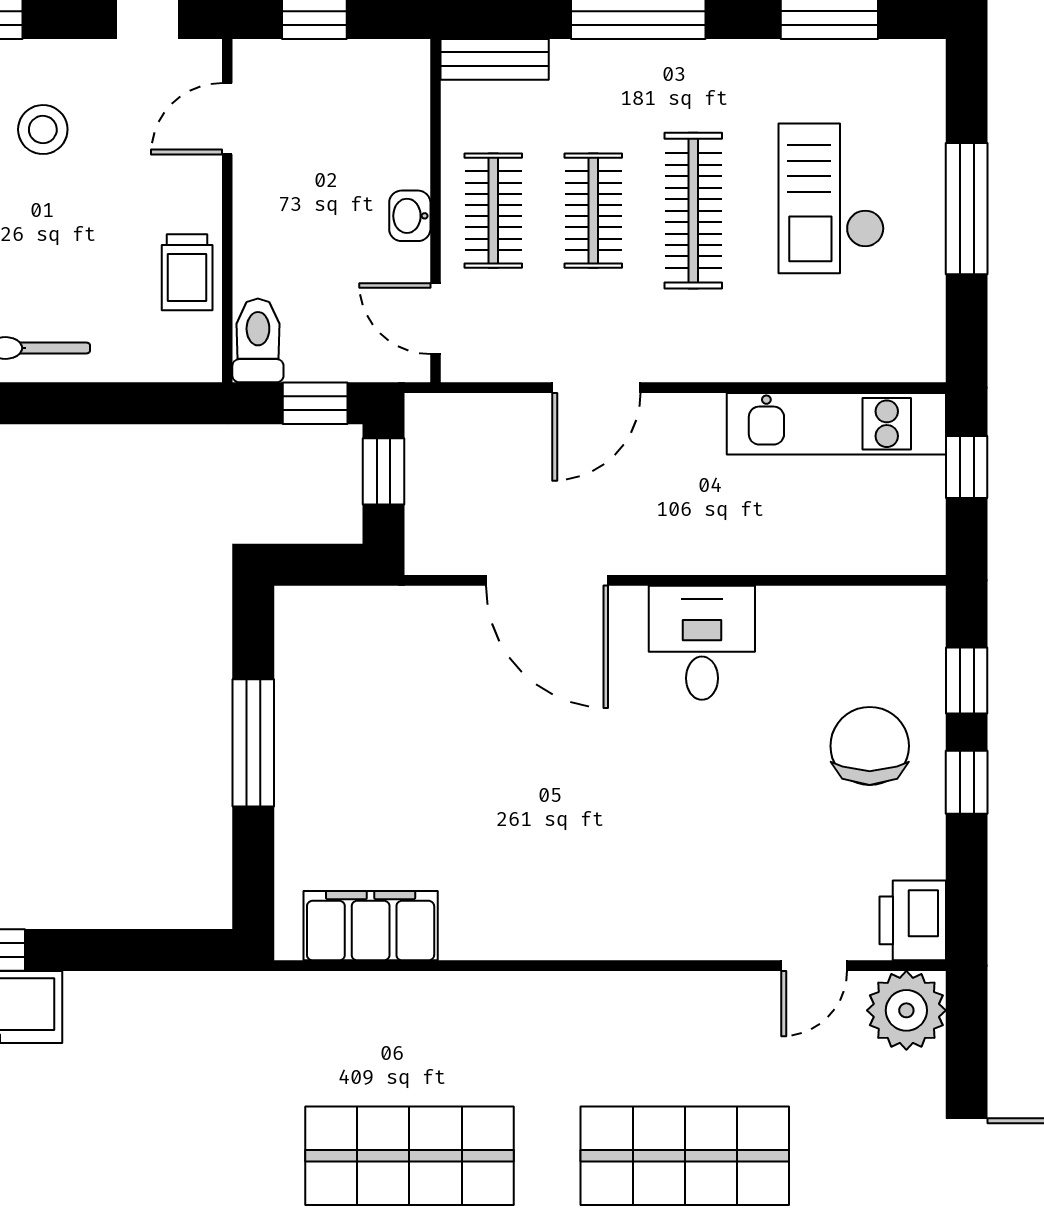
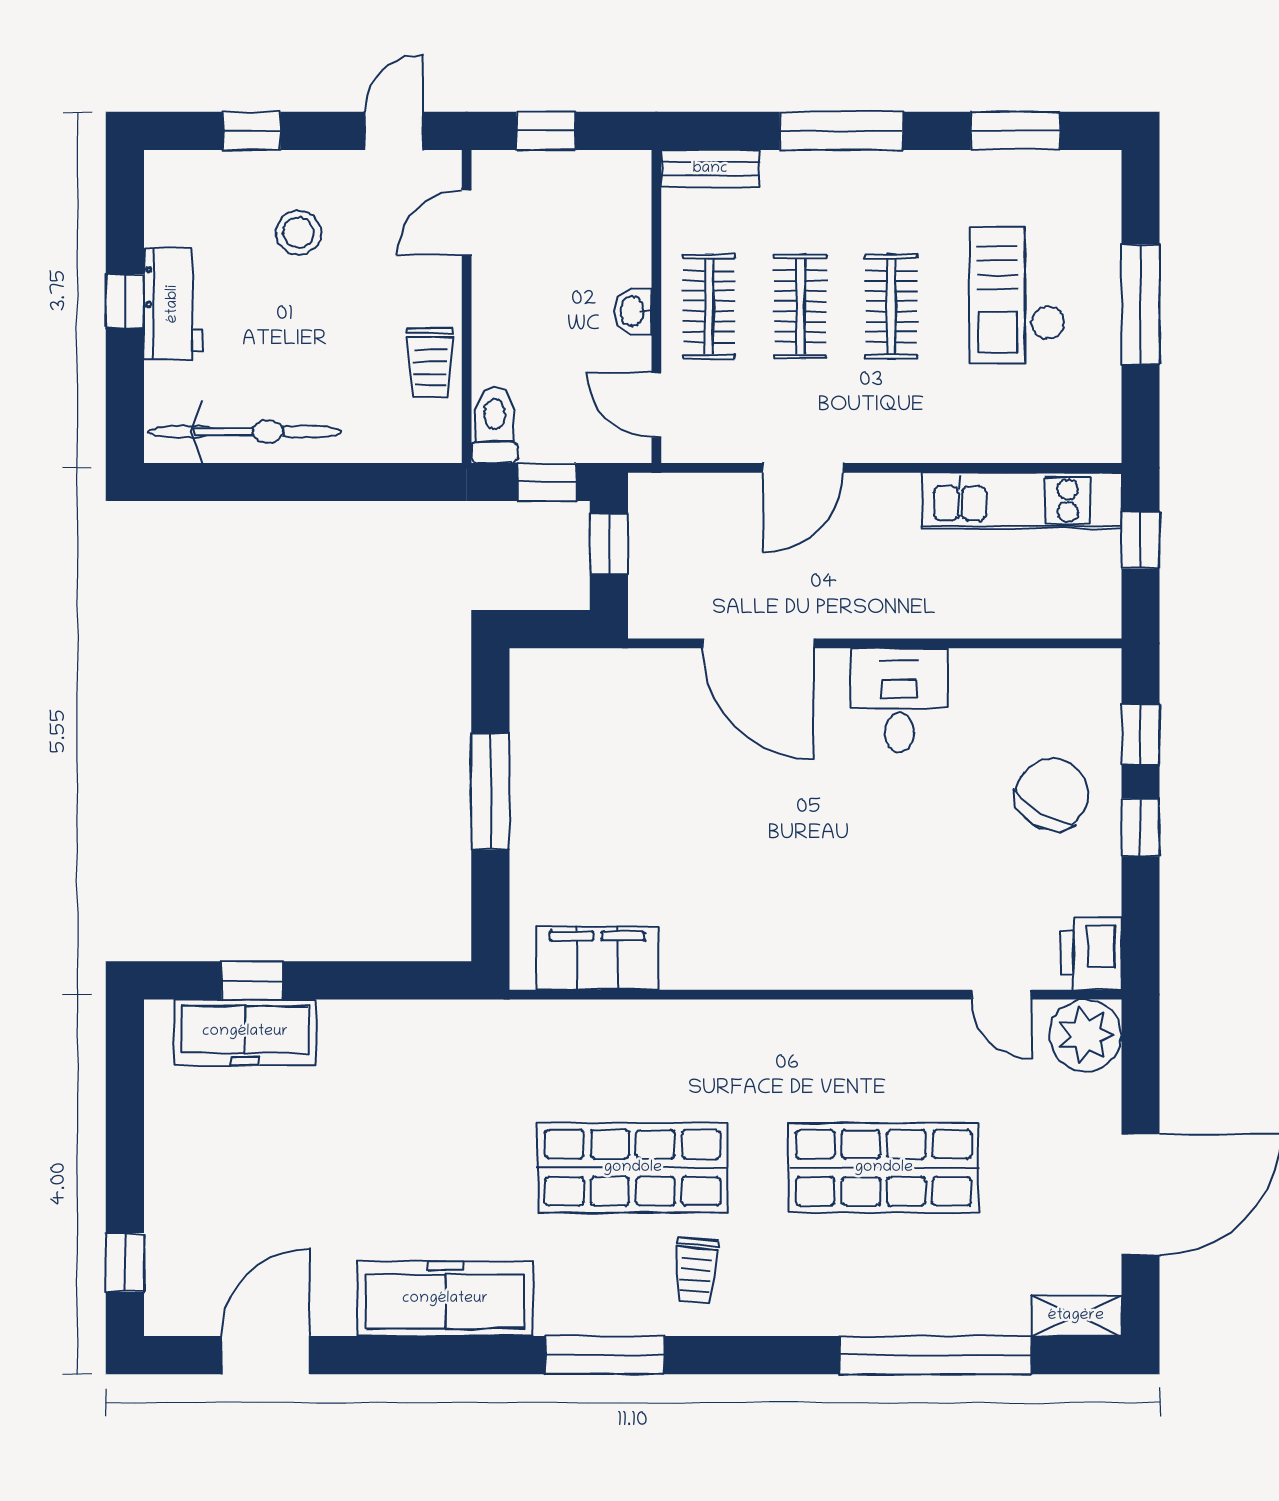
clothes rail: (693, 211) -> (891, 306), width x0.73
chair: (870, 746) -> (1052, 794), turned 30
door: (814, 966) -> (1002, 995), hinge flipped

